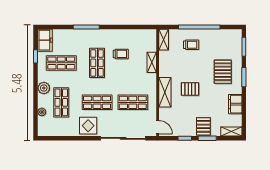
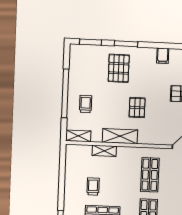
pallet: (223, 72) -> (119, 68), turned 90
shelving: (165, 92) -> (120, 136), moved
filing cabinet: (235, 104) -> (163, 56), width x0.50

